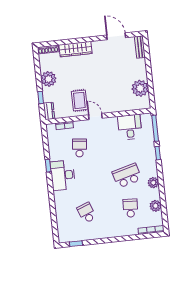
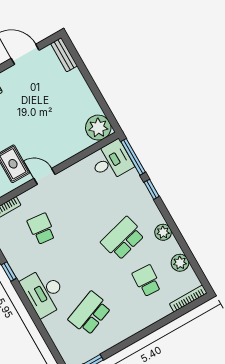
plant: (140, 88) -> (98, 128), moved
desk: (130, 127) -> (111, 161), moved, turned 90
desk: (63, 175) -> (44, 292), moved
school desk: (87, 213) -> (90, 313), width x1.85

